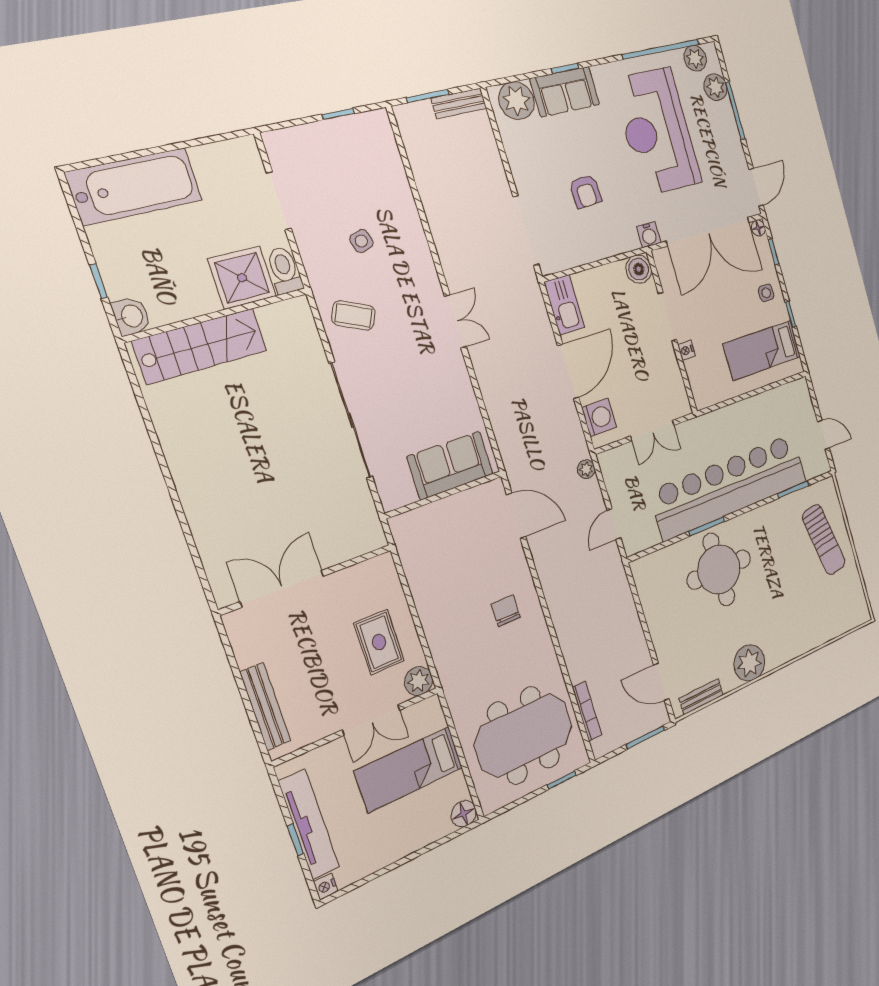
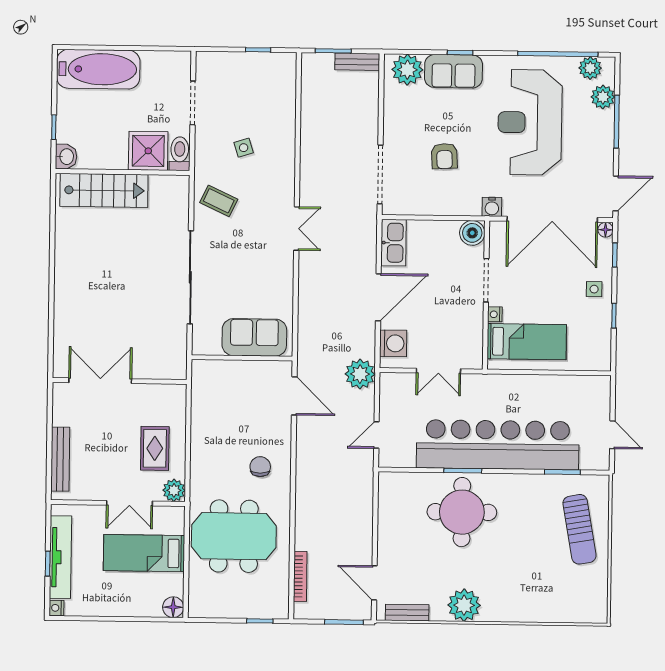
bed: (762, 350) -> (527, 342), moved, turned 180
plant: (586, 469) -> (360, 374), width x1.88, depth x1.88
meeting table: (524, 735) -> (234, 536), moved

